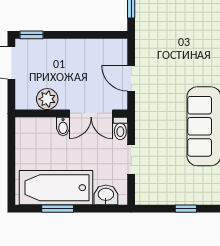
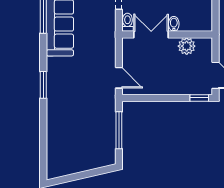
door: (131, 78) -> (119, 78), moved

